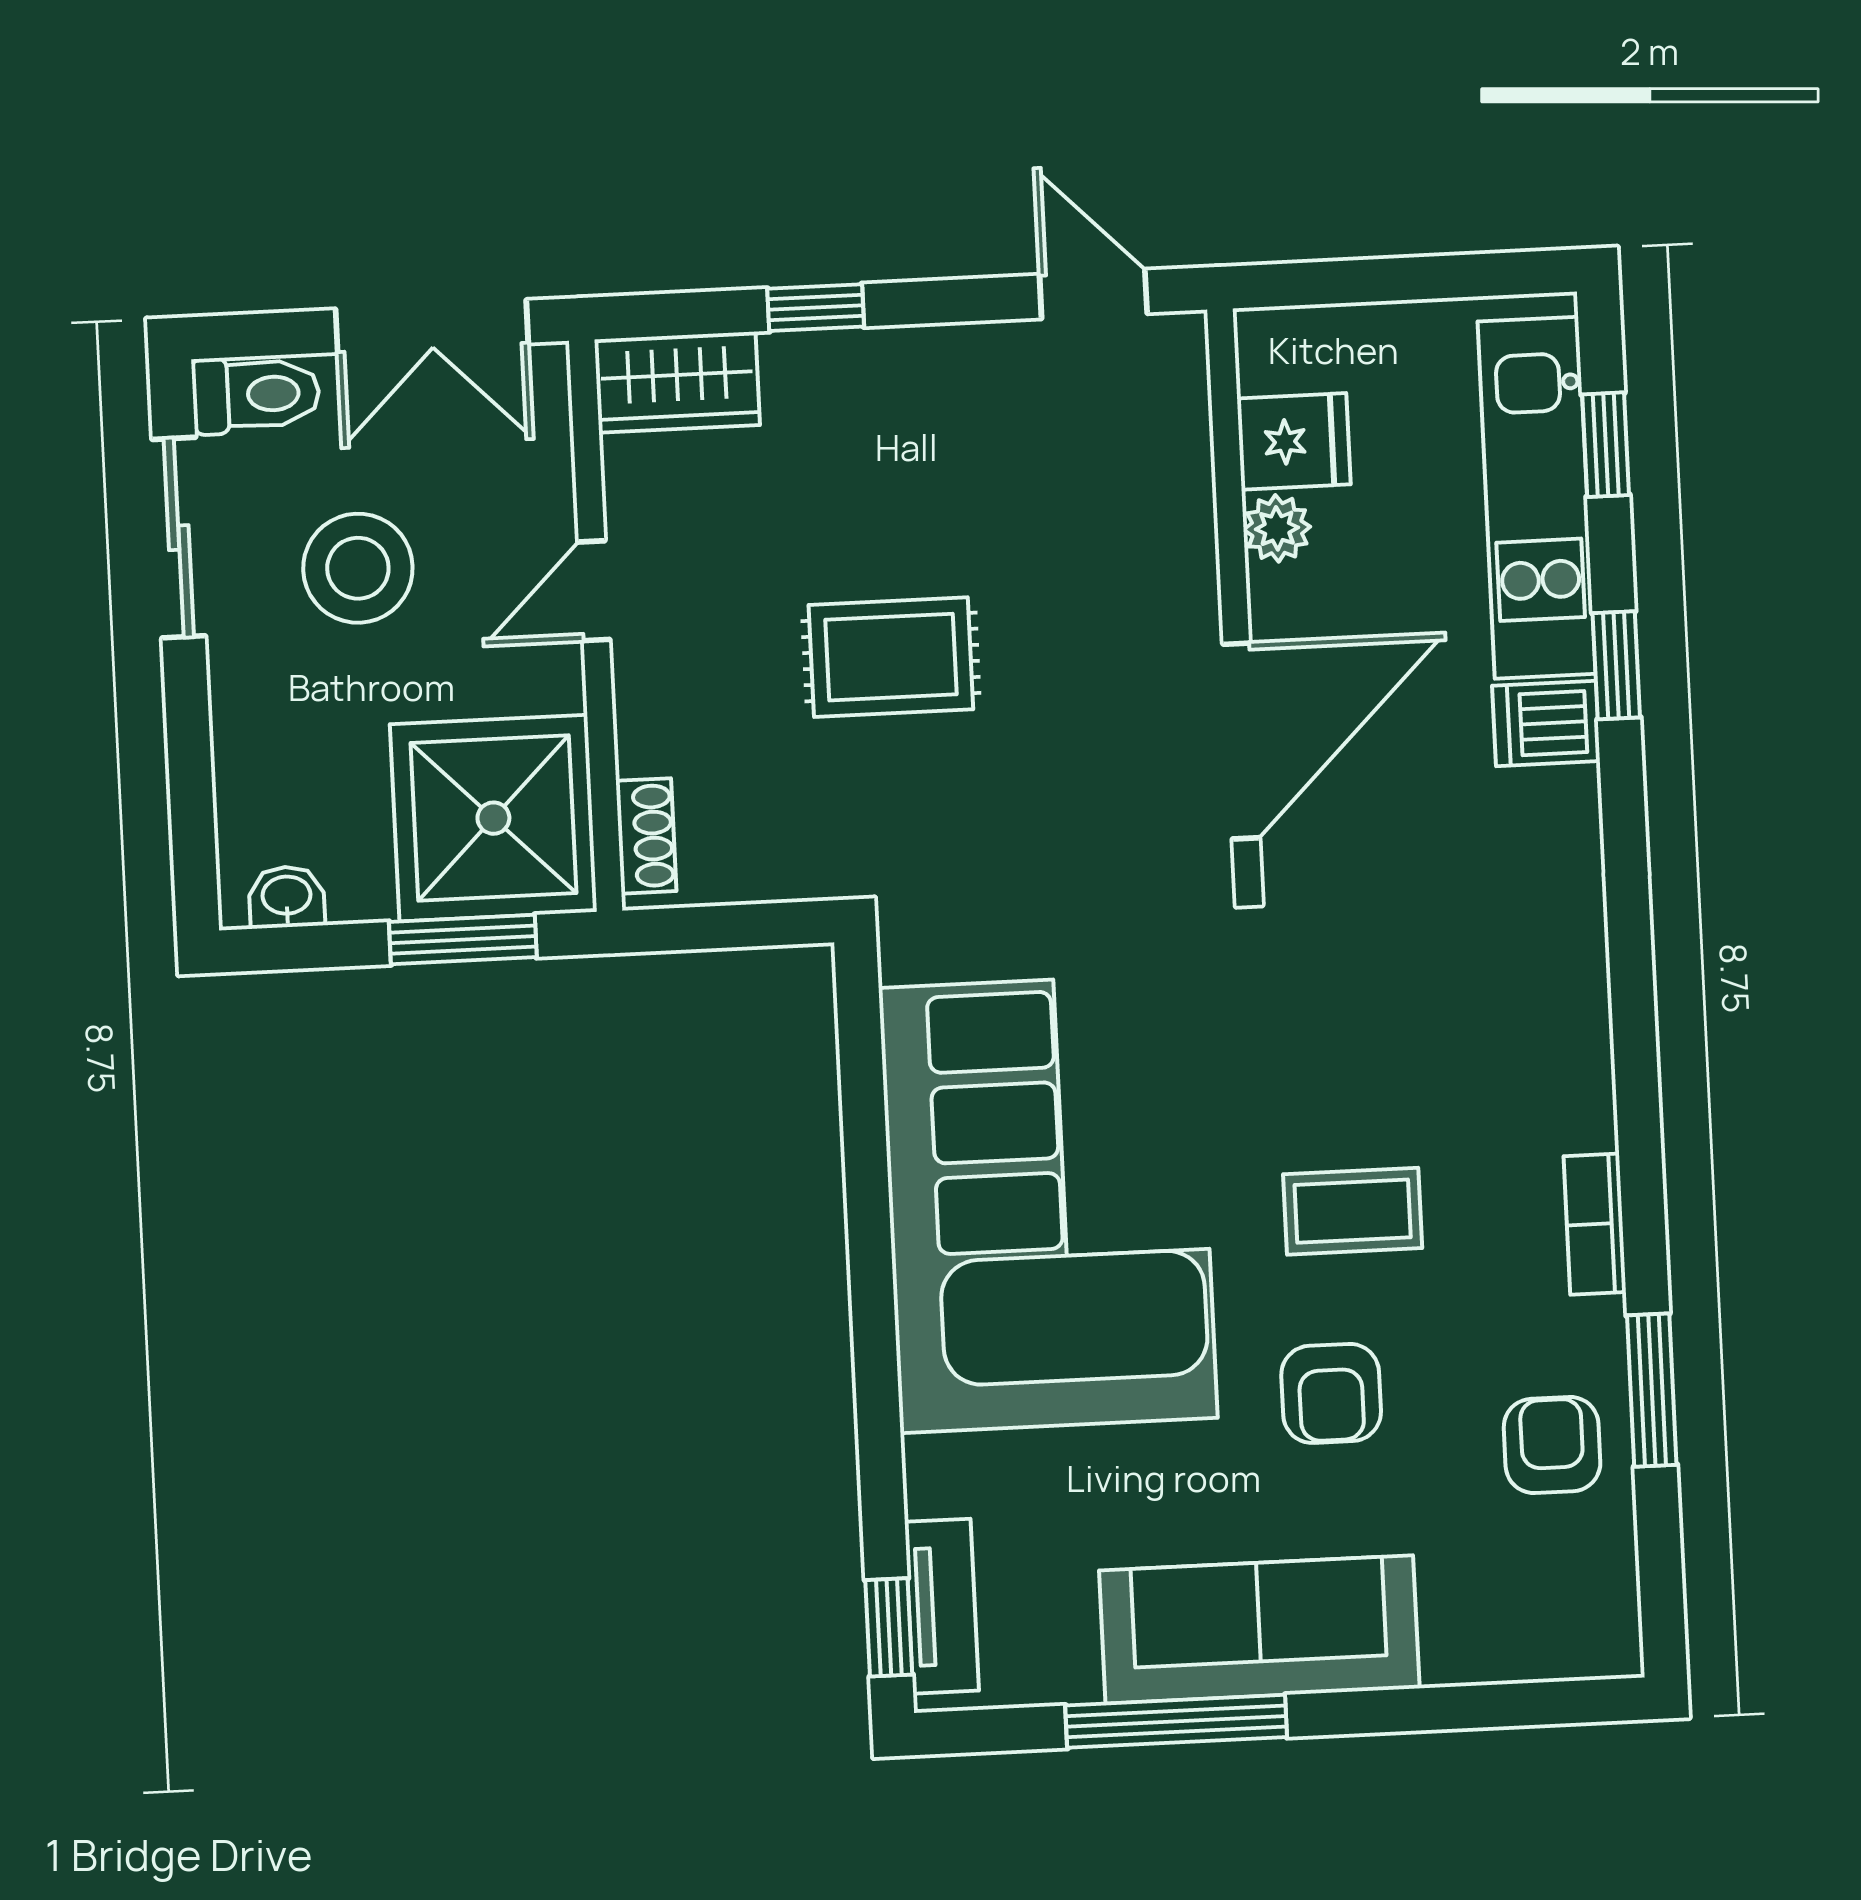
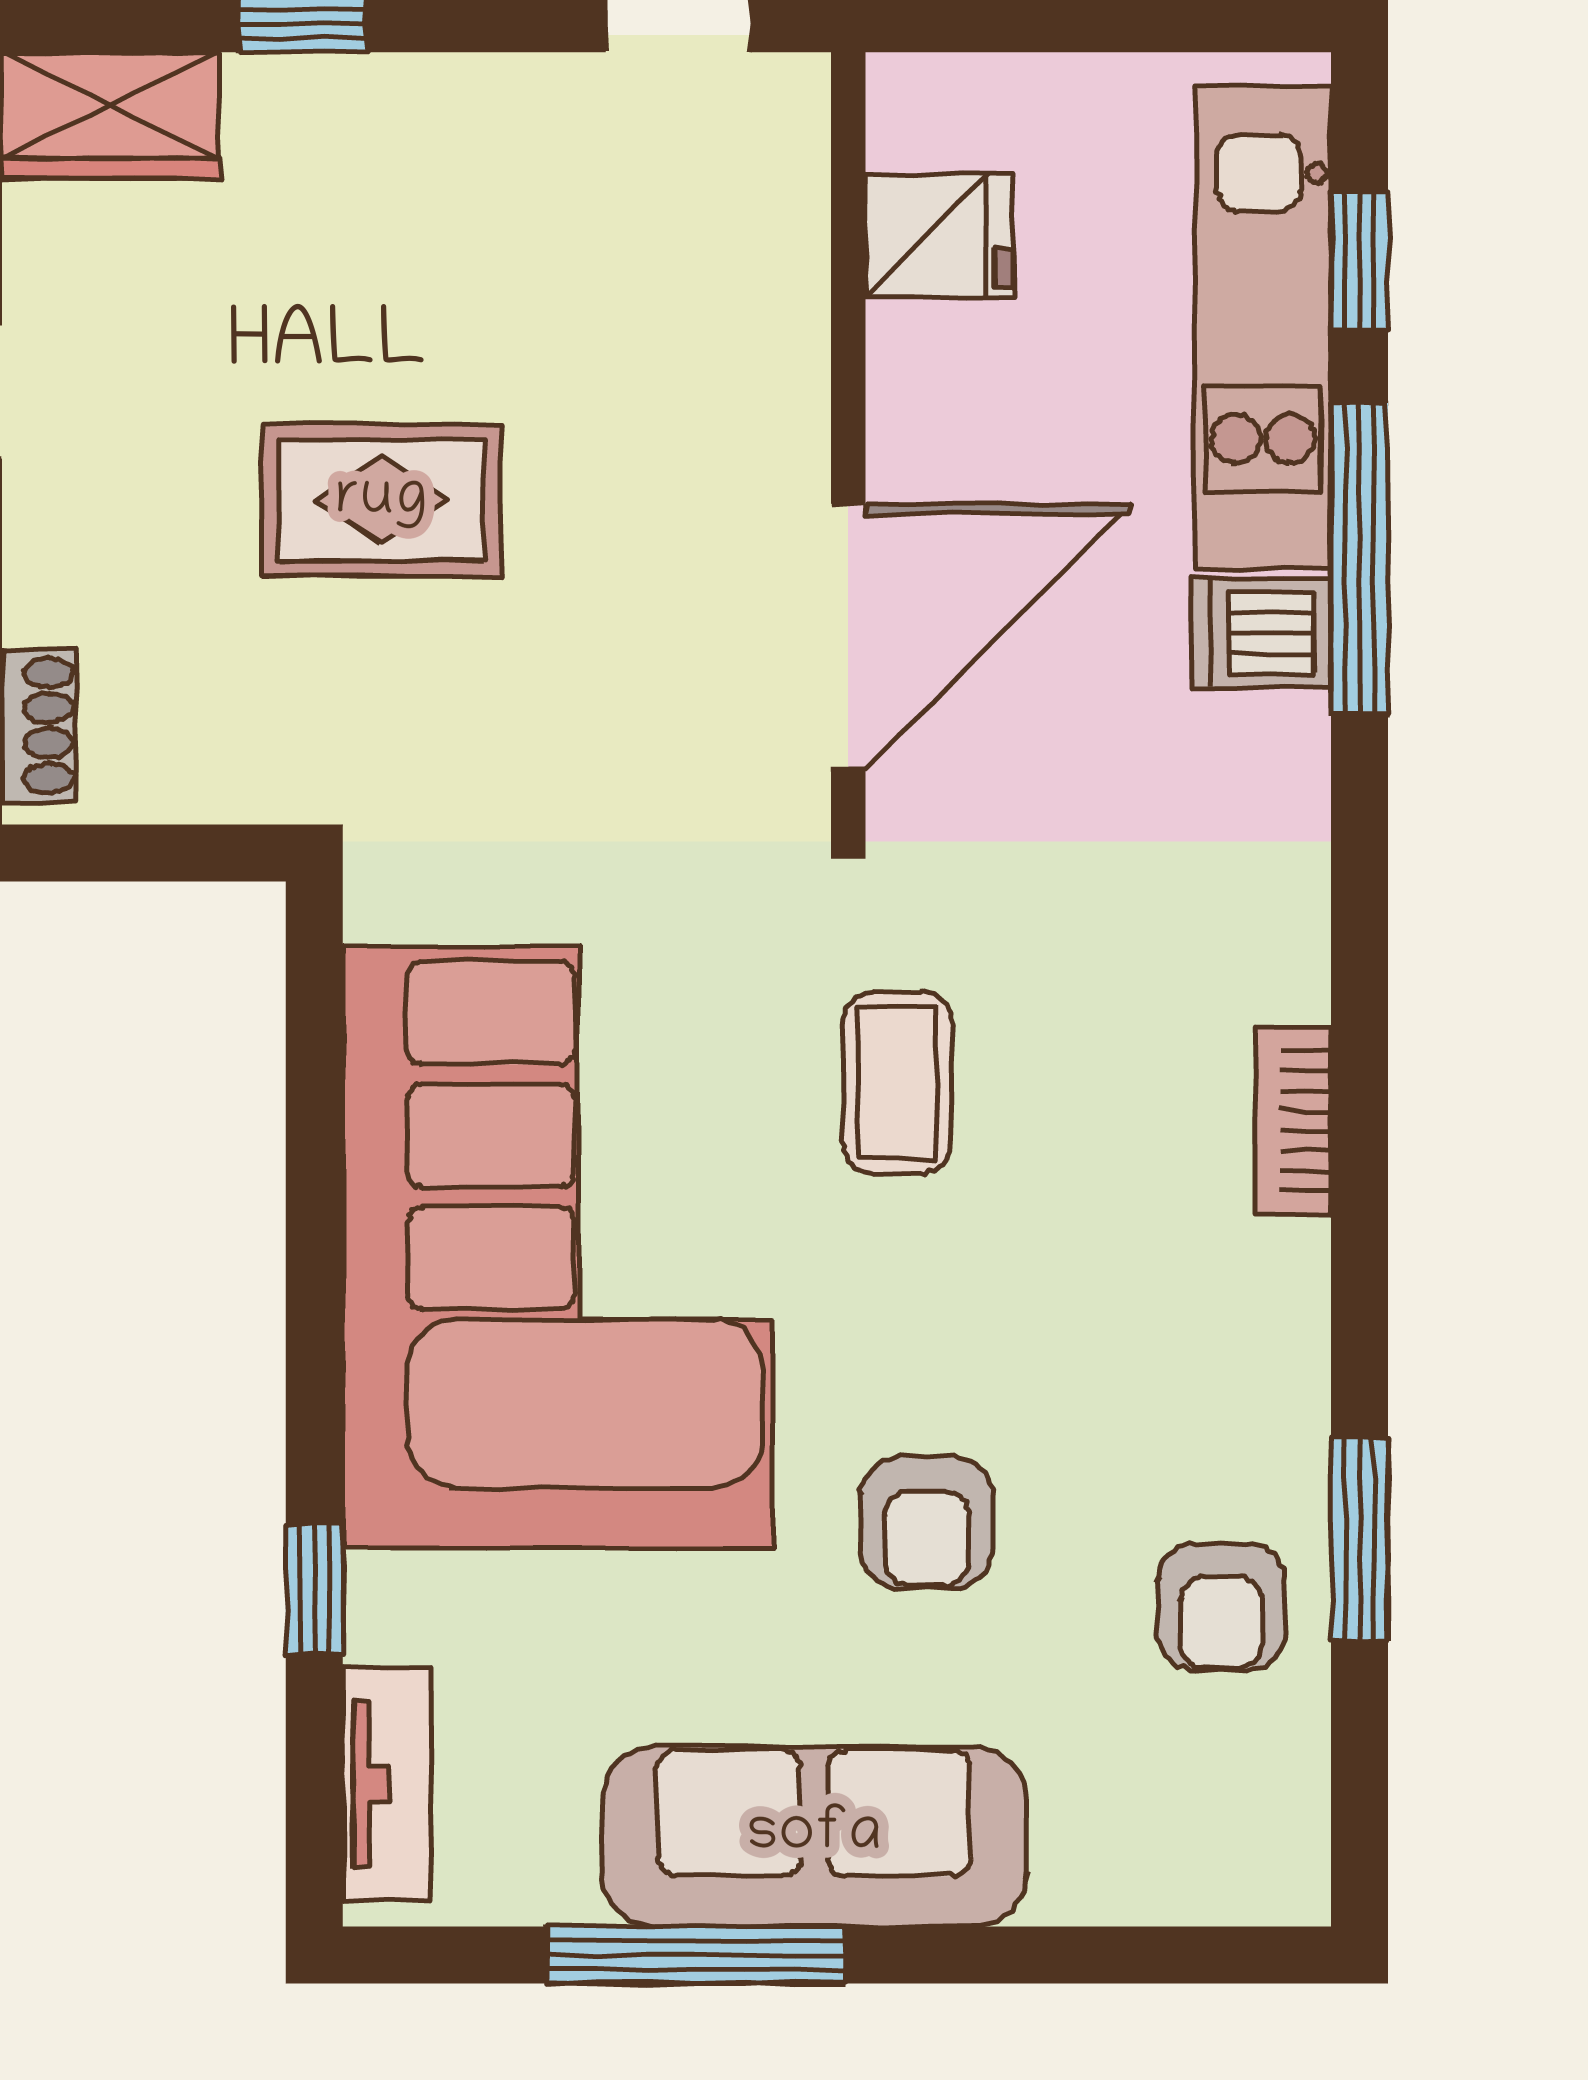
plant: (1277, 528) -> (911, 352), removed
window: (1616, 665) -> (1359, 559), width x2.17
coffee table: (1353, 1211) -> (897, 1082), moved, turned 90
bookcase: (1595, 1224) -> (1294, 1121), moved
armchair: (1552, 1445) -> (1221, 1607), turned 180
window: (889, 1627) -> (314, 1589), moved

